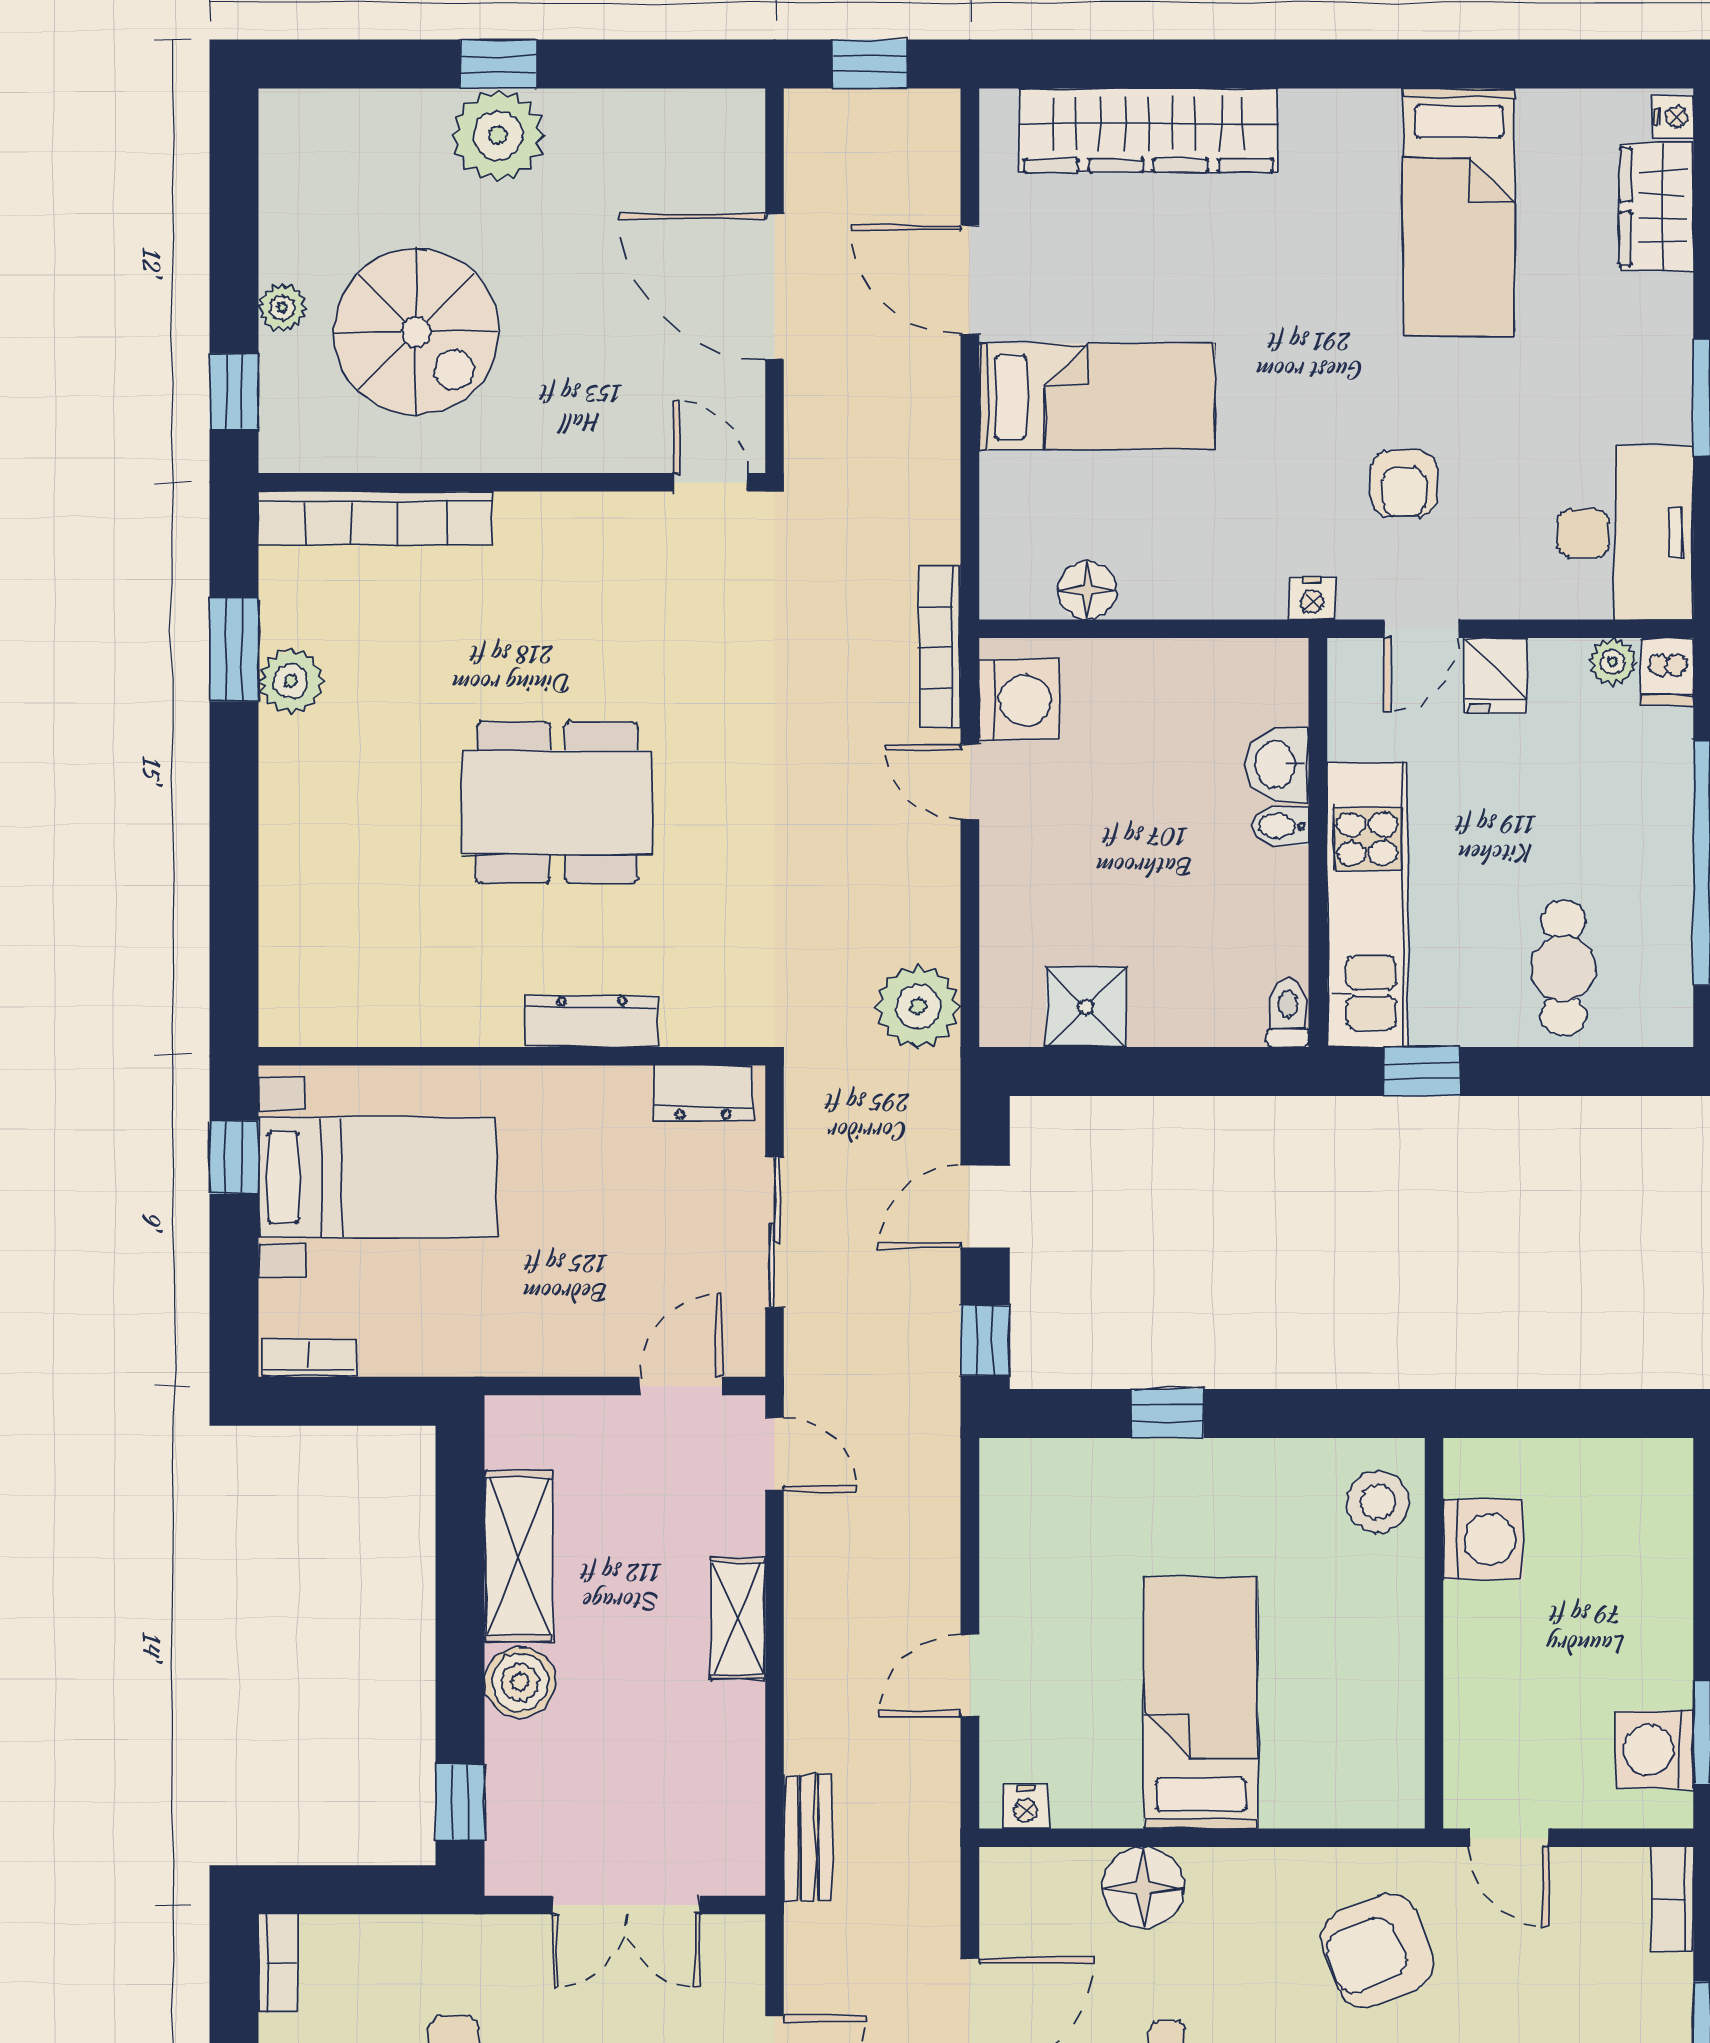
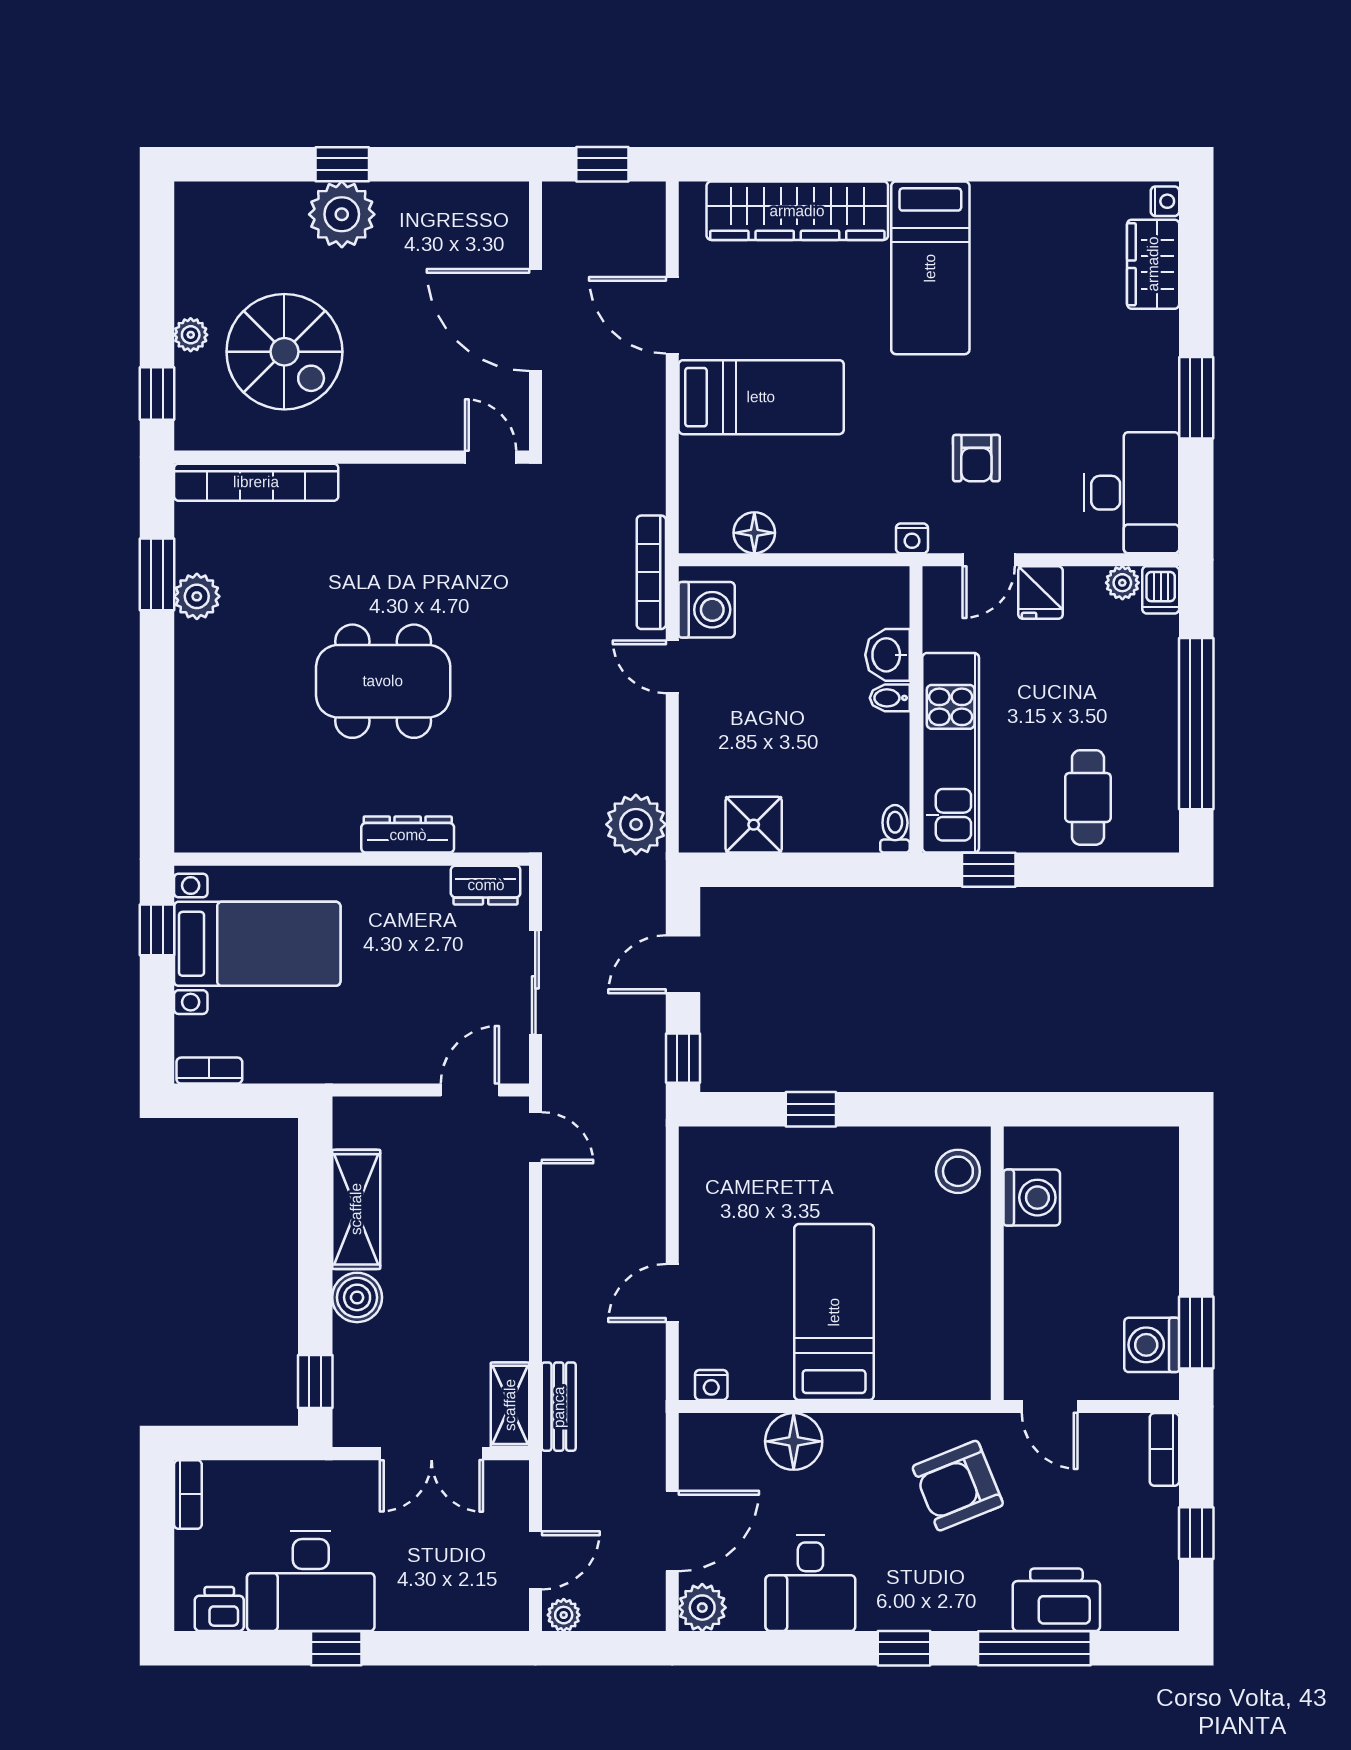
bed: (1459, 212) -> (930, 268), moved
shelving: (738, 1618) -> (510, 1405), moved

